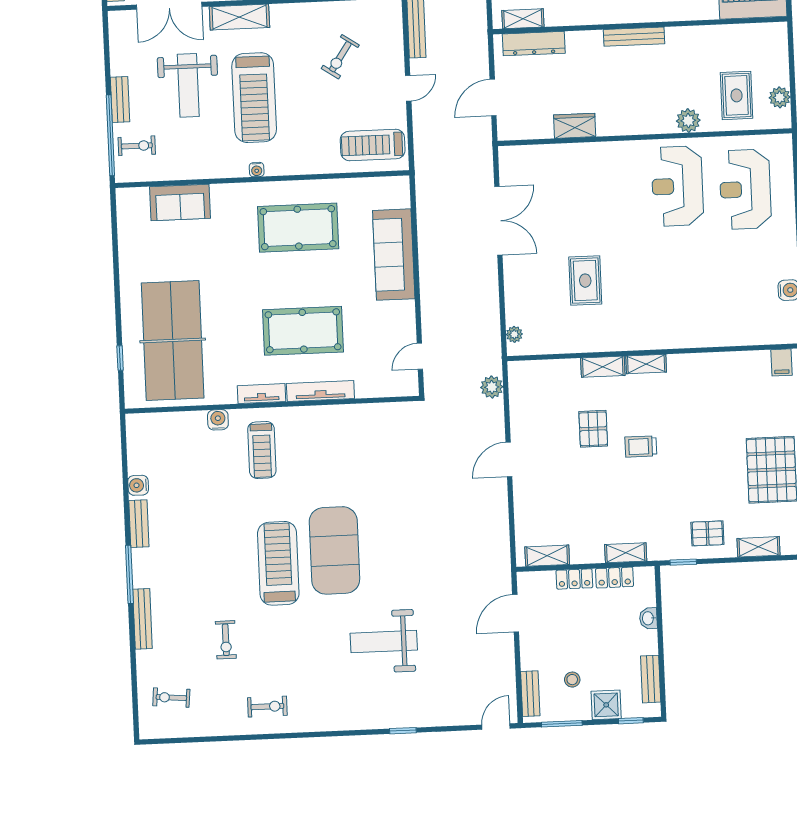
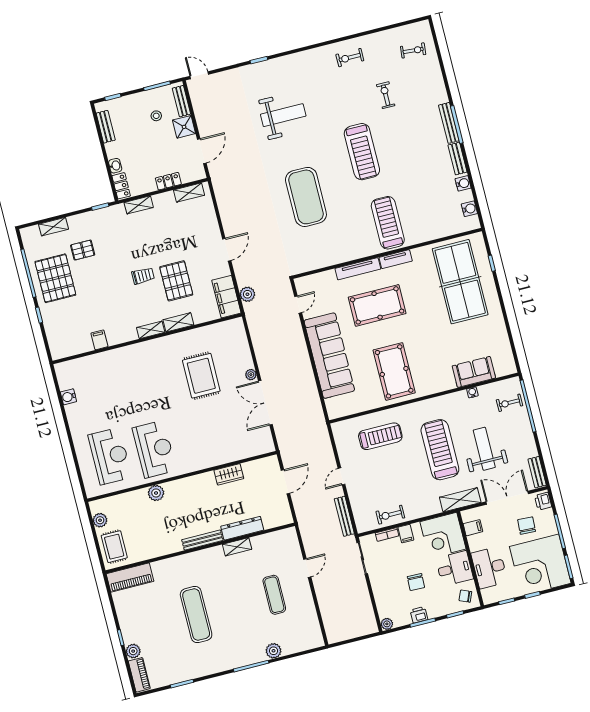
shelving: (523, 19) -> (237, 547), moved
dresser: (534, 44) -> (242, 528), moved
exercise bike: (340, 57) -> (390, 515), moved, turned -124
rug: (737, 95) -> (114, 547), moved
bench: (120, 99) -> (537, 472), moved
treadmill: (373, 145) -> (380, 436), moved
water cooler: (257, 170) -> (472, 392), moved
pool table: (298, 228) -> (394, 371), turned 90
sofa: (394, 255) -> (329, 356), width x1.36, depth x1.27
rug: (585, 281) -> (201, 376), width x1.36, depth x1.43
plant: (514, 334) -> (251, 375), moved
filing cabinet: (781, 362) -> (99, 340), moved
filing cabinet: (524, 390) -> (226, 297), added
water cooler: (218, 420) -> (469, 209), moved, turned -90
pallet: (593, 429) -> (176, 281), width x1.50, depth x1.42
treadmill: (262, 450) -> (388, 223), width x1.37, depth x1.38
pallet: (707, 533) -> (83, 250), moved
exercise mat: (334, 550) -> (306, 197), moved
locker: (615, 578) -> (121, 186), moved, turned 90
bench: (142, 619) -> (449, 123), moved
shower: (606, 705) -> (184, 127), moved
door: (496, 727) -> (199, 75), swing flipped

